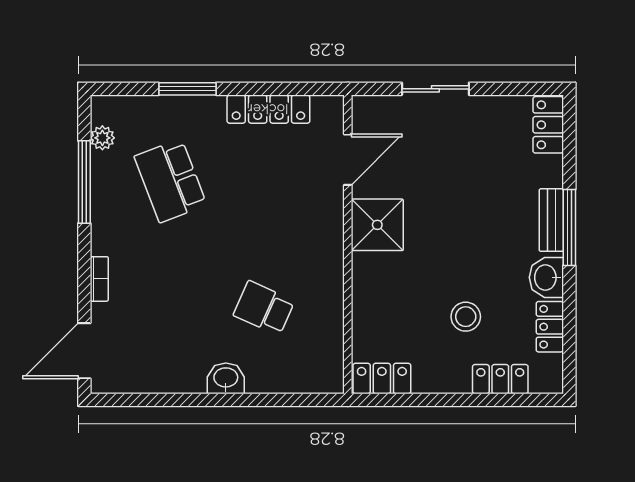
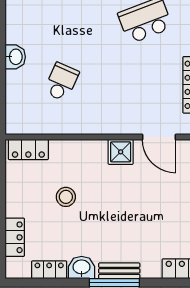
shower: (377, 225) -> (121, 152), width x0.73, depth x0.73
stool: (466, 317) -> (66, 197), moved
locker: (382, 379) -> (28, 150), moved, turned 90

